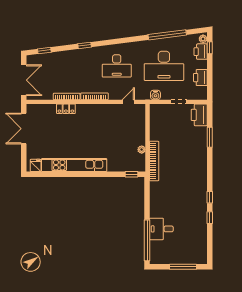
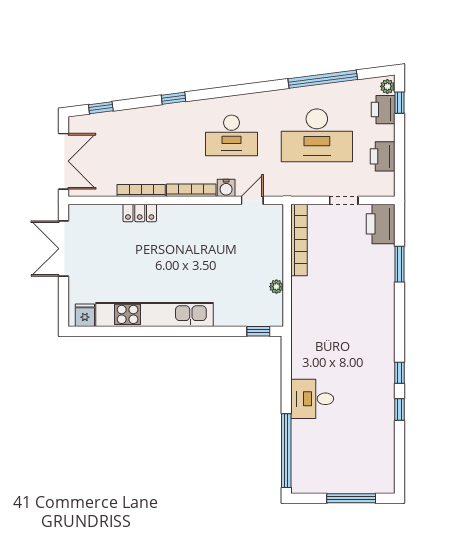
water cooler: (155, 95) -> (226, 188), moved
bookcase: (154, 161) -> (299, 240), moved
desk: (161, 229) -> (312, 399), moved

